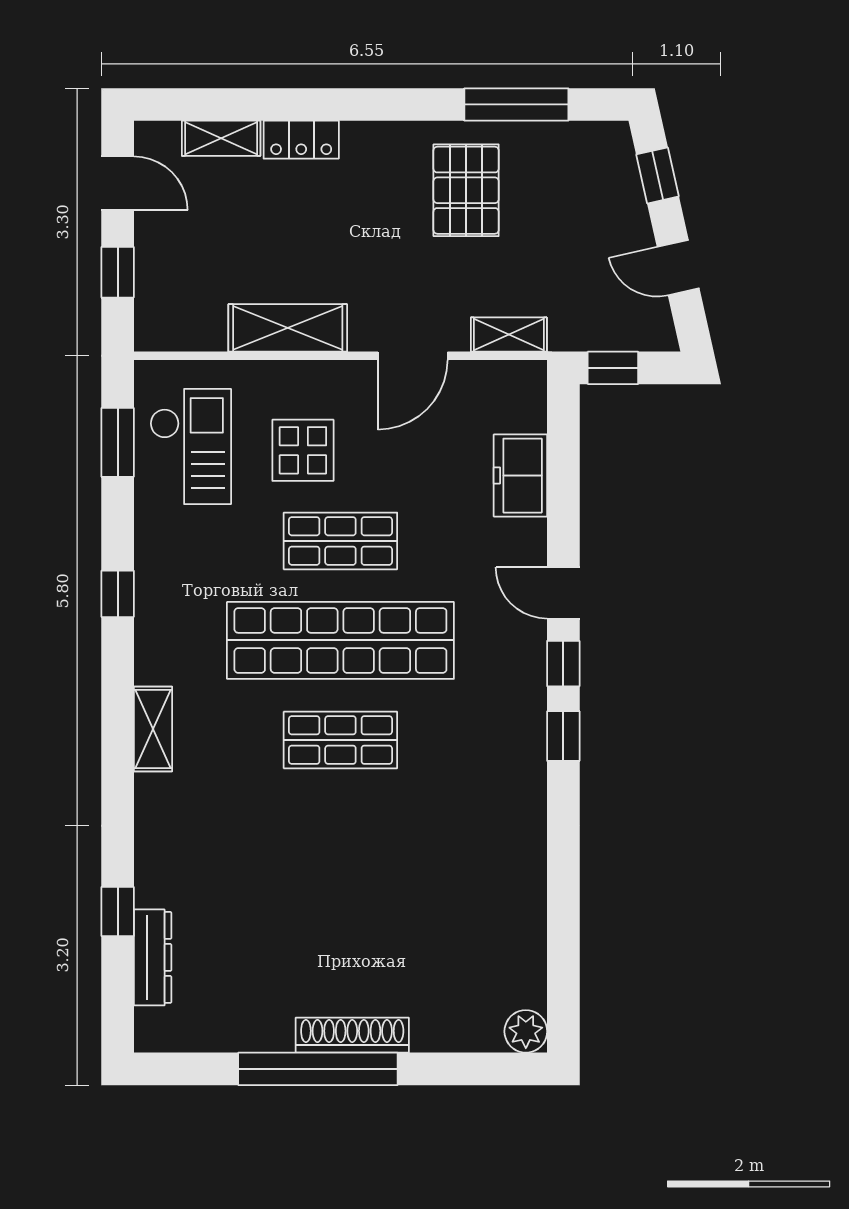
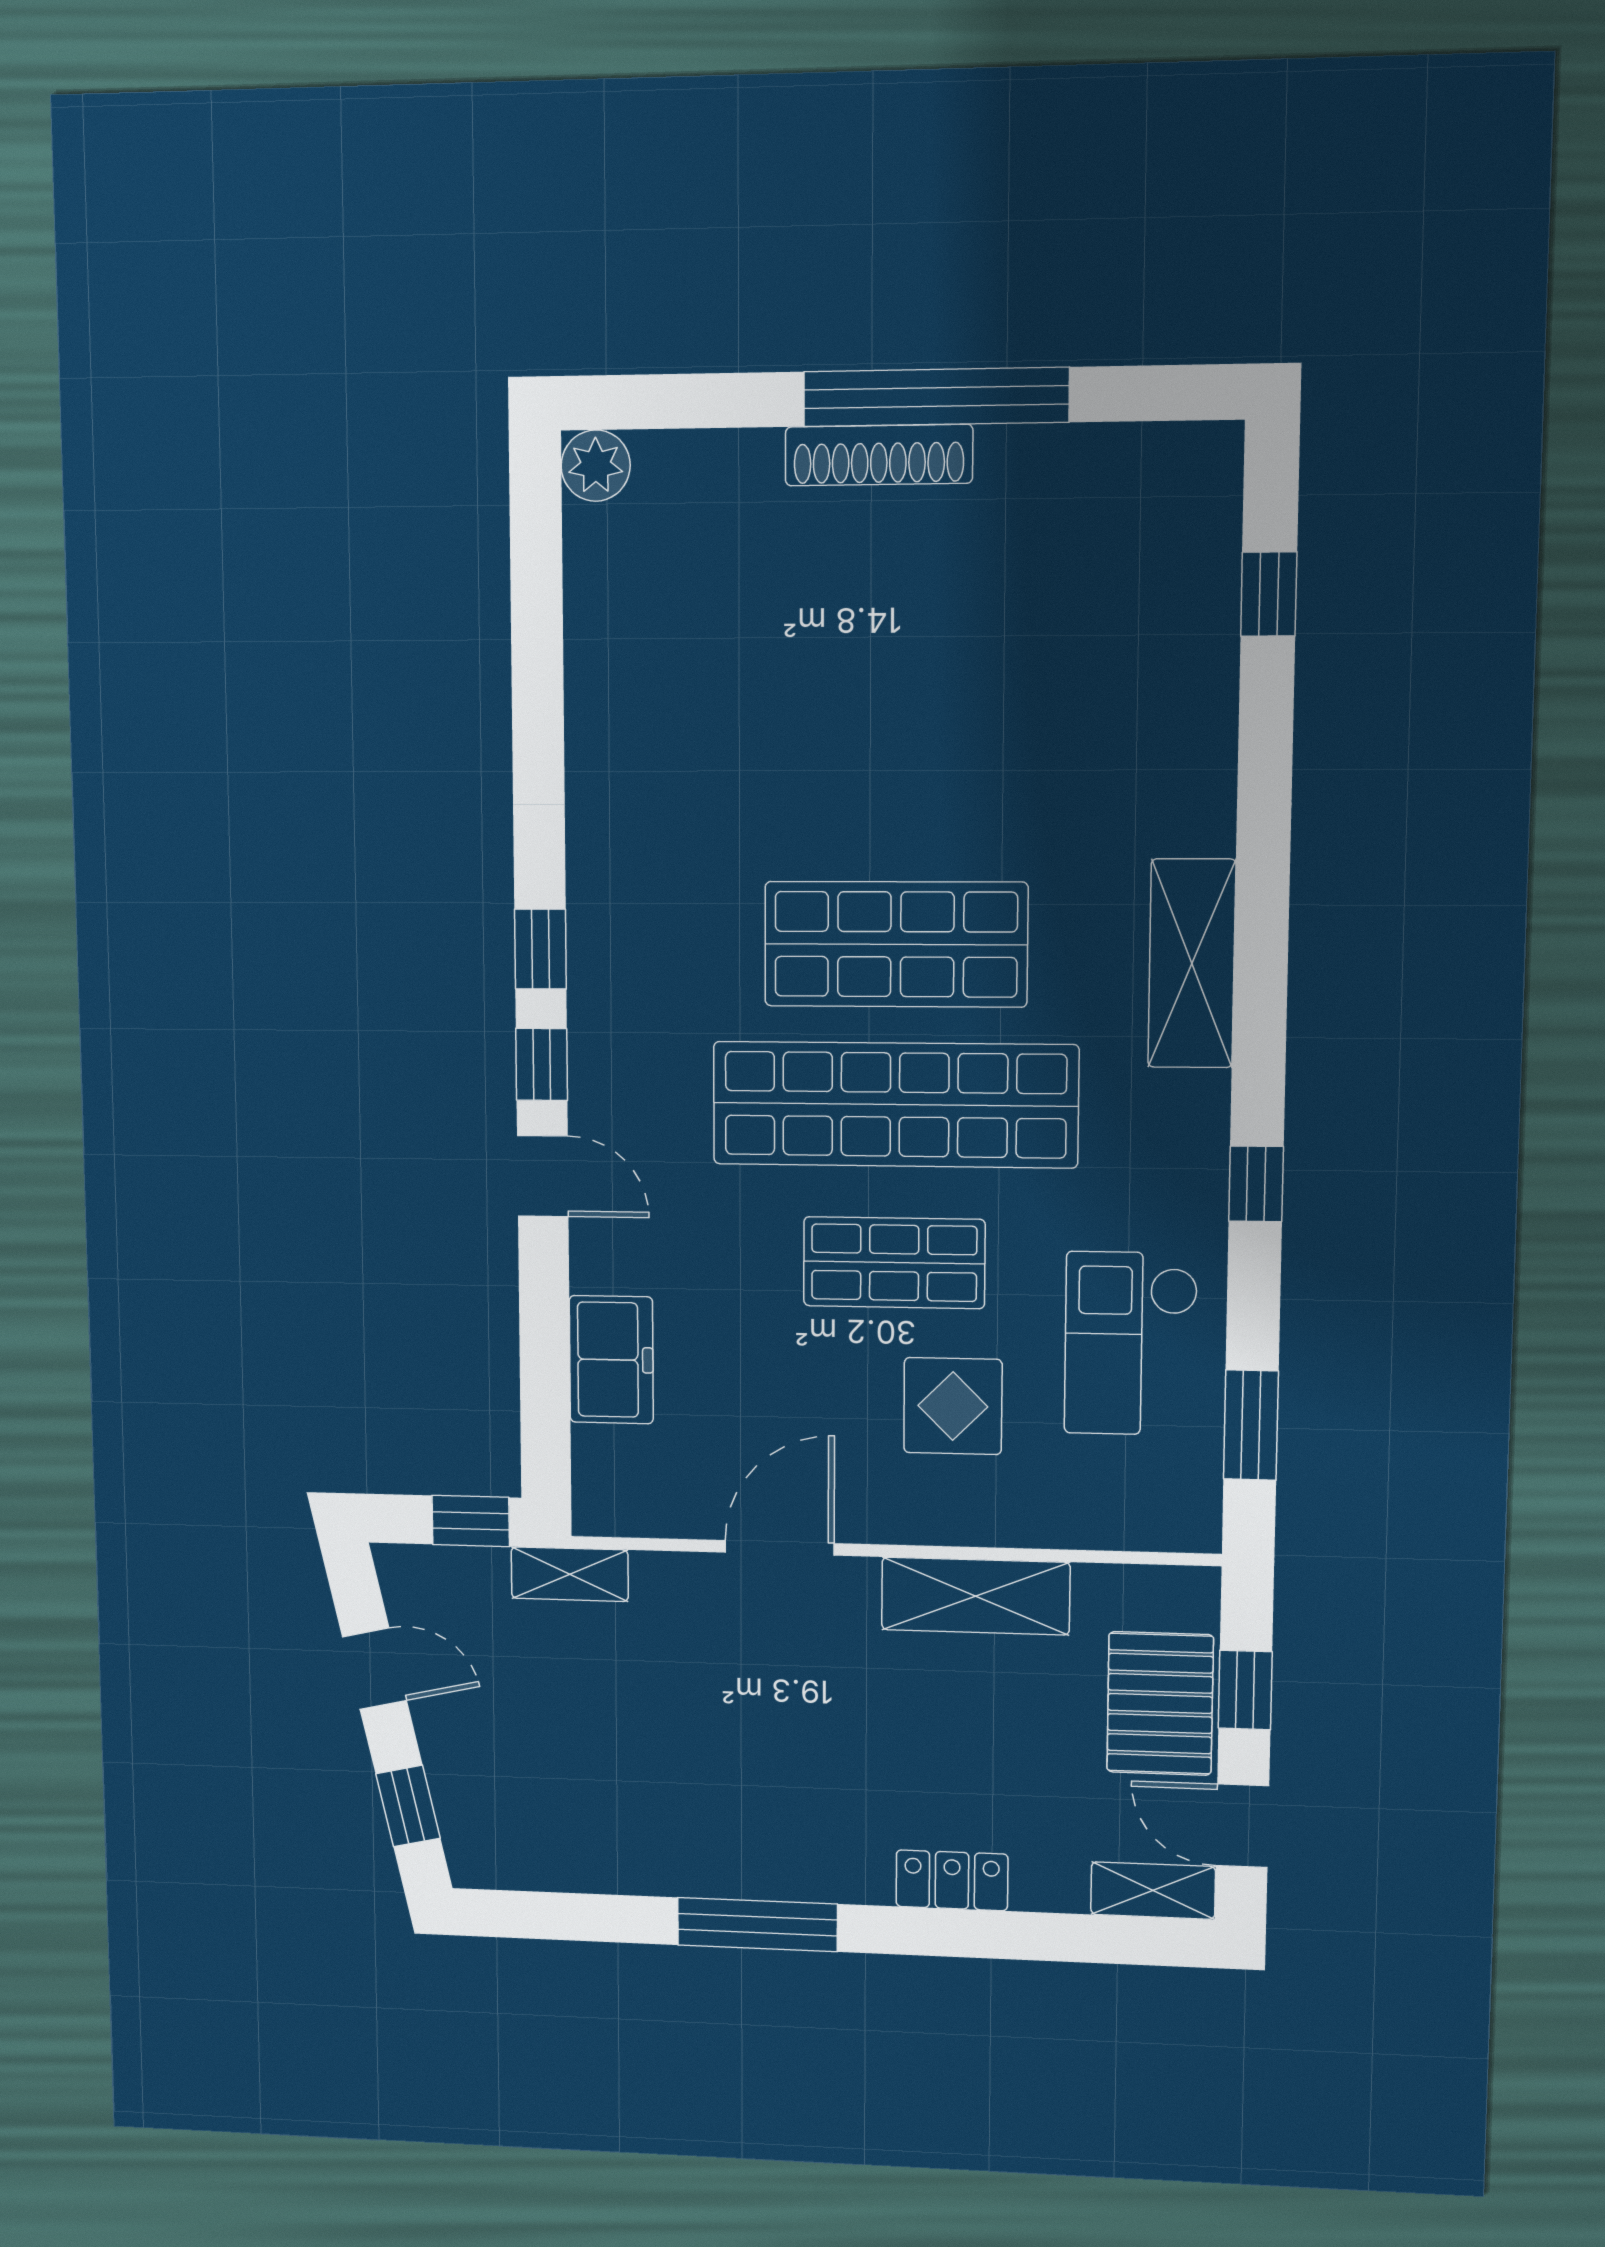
window: (516, 104) -> (757, 1925), moved
shelving: (221, 138) -> (1153, 1890), moved
pallet: (466, 190) -> (1160, 1704), moved
shelving: (509, 335) -> (570, 1574), moved
checkout: (191, 447) -> (1131, 1344), moved
shelving: (153, 729) -> (1192, 964), width x1.50, depth x1.33
shop shelf: (340, 740) -> (896, 944), width x1.43, depth x1.36
window: (118, 911) -> (1269, 594), moved
dresser: (153, 957) -> (1210, 583), removed

